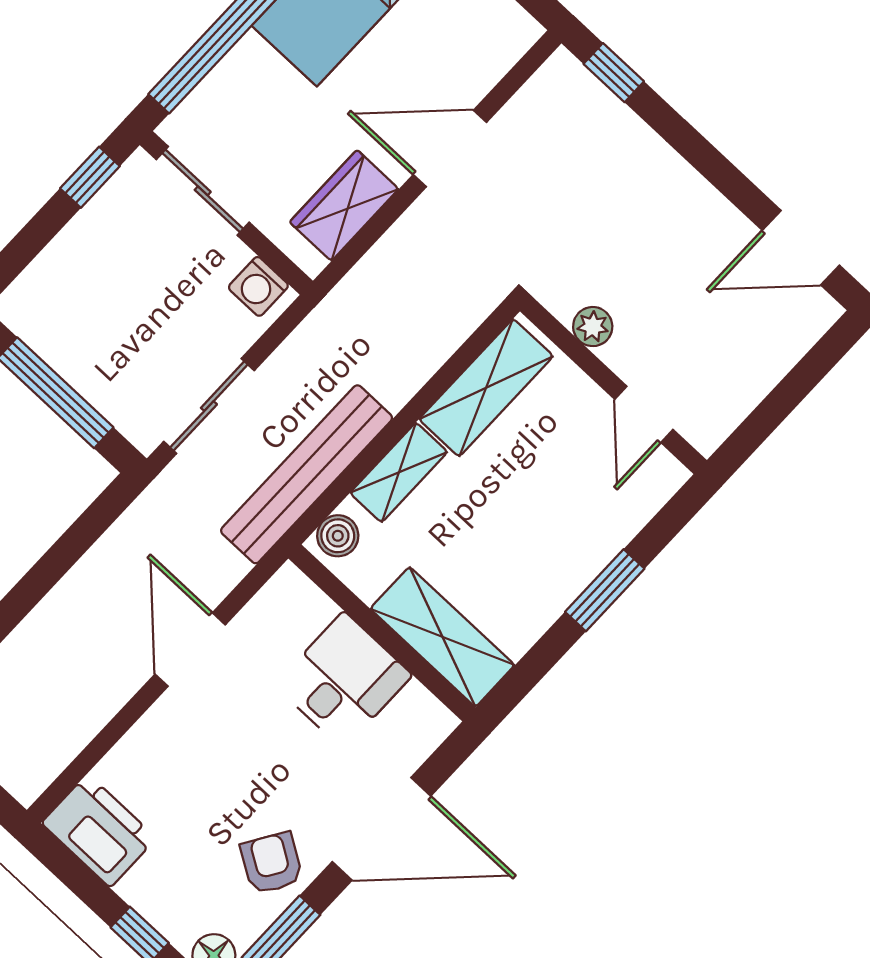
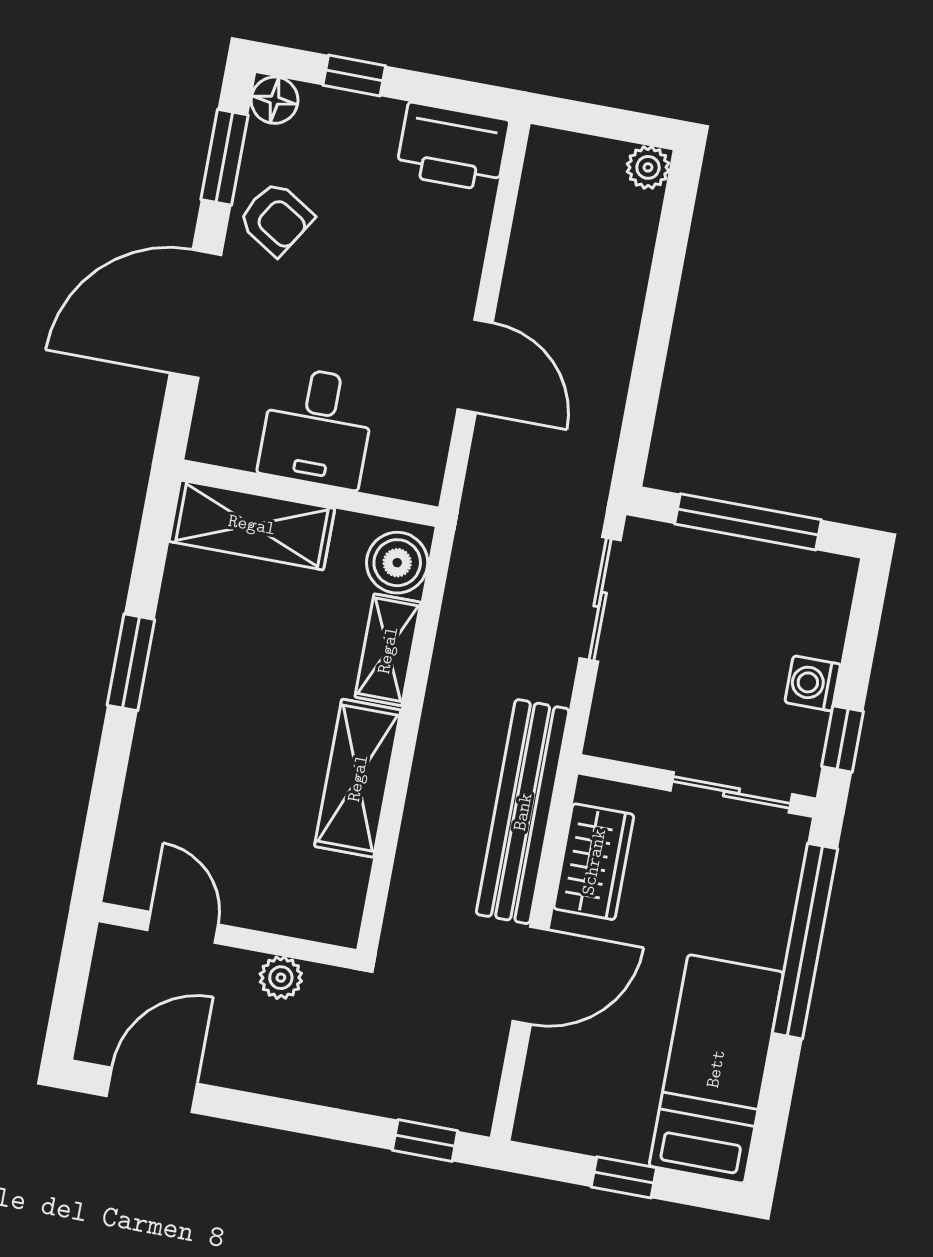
washing machine: (258, 286) -> (813, 683), moved, turned -90
plant: (593, 327) -> (281, 978), moved
wall: (613, 386) -> (228, 936), moved
door: (644, 414) -> (183, 927), moved
bench: (307, 474) -> (523, 812), moved
boiler: (338, 536) -> (397, 563), width x1.36, depth x1.36

